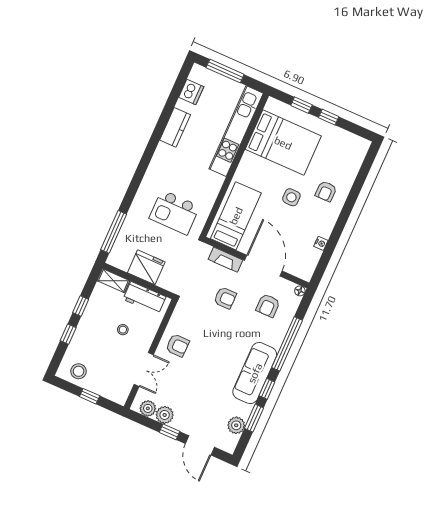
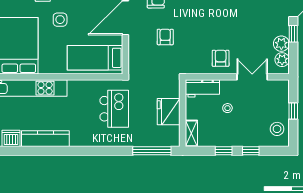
kitchen counter: (175, 127) -> (45, 139), width x1.50
fireplace: (226, 260) -> (134, 50), removed
workbench: (144, 298) -> (202, 88), moved, turned 90

